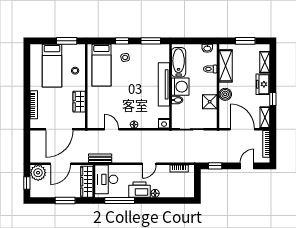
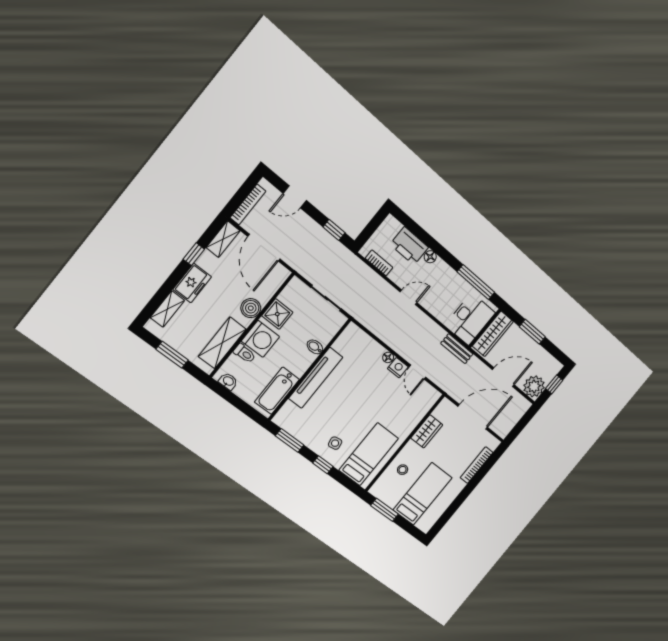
washing machine: (180, 87) -> (260, 339), moved, turned 180
nightstand: (164, 123) -> (398, 368), moved
printer: (140, 190) -> (409, 246), moved

